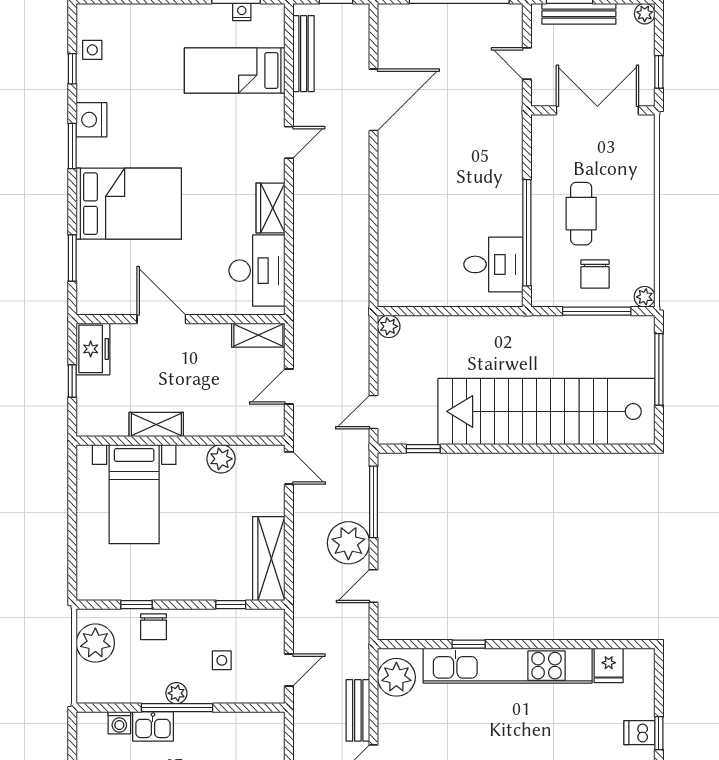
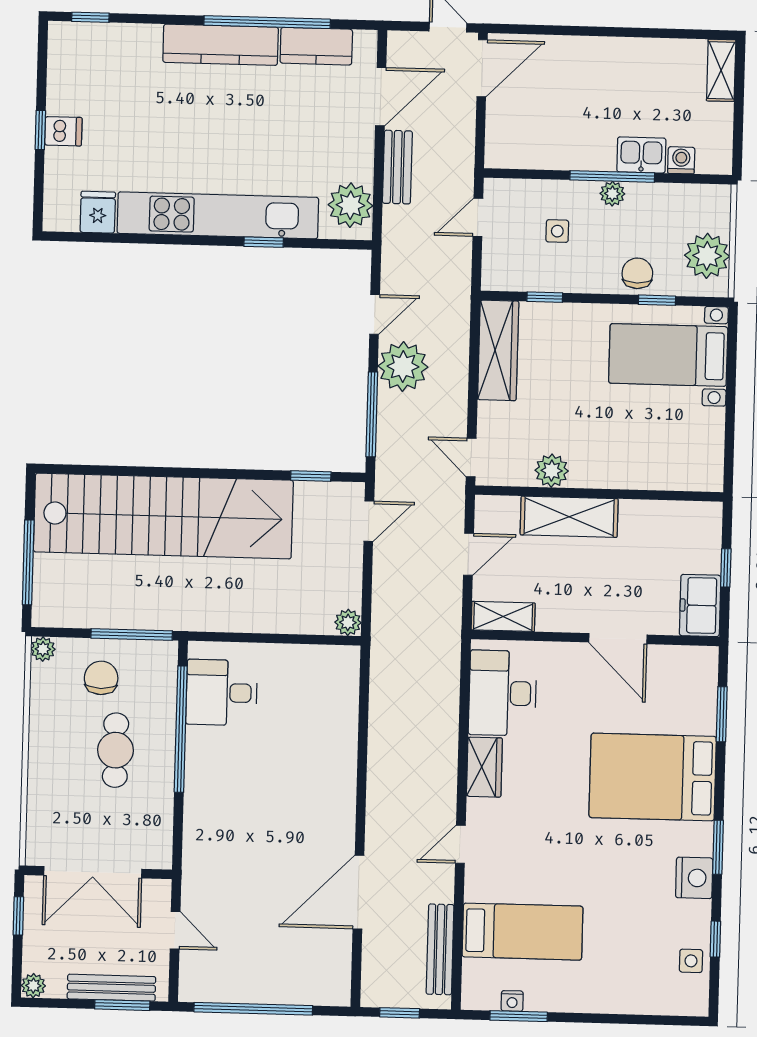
window: (597, 311) -> (132, 634), moved
shelving: (156, 425) -> (569, 517), moved, width x1.50, depth x1.33
bed with nightstands: (134, 494) -> (668, 355), moved, turned -90

